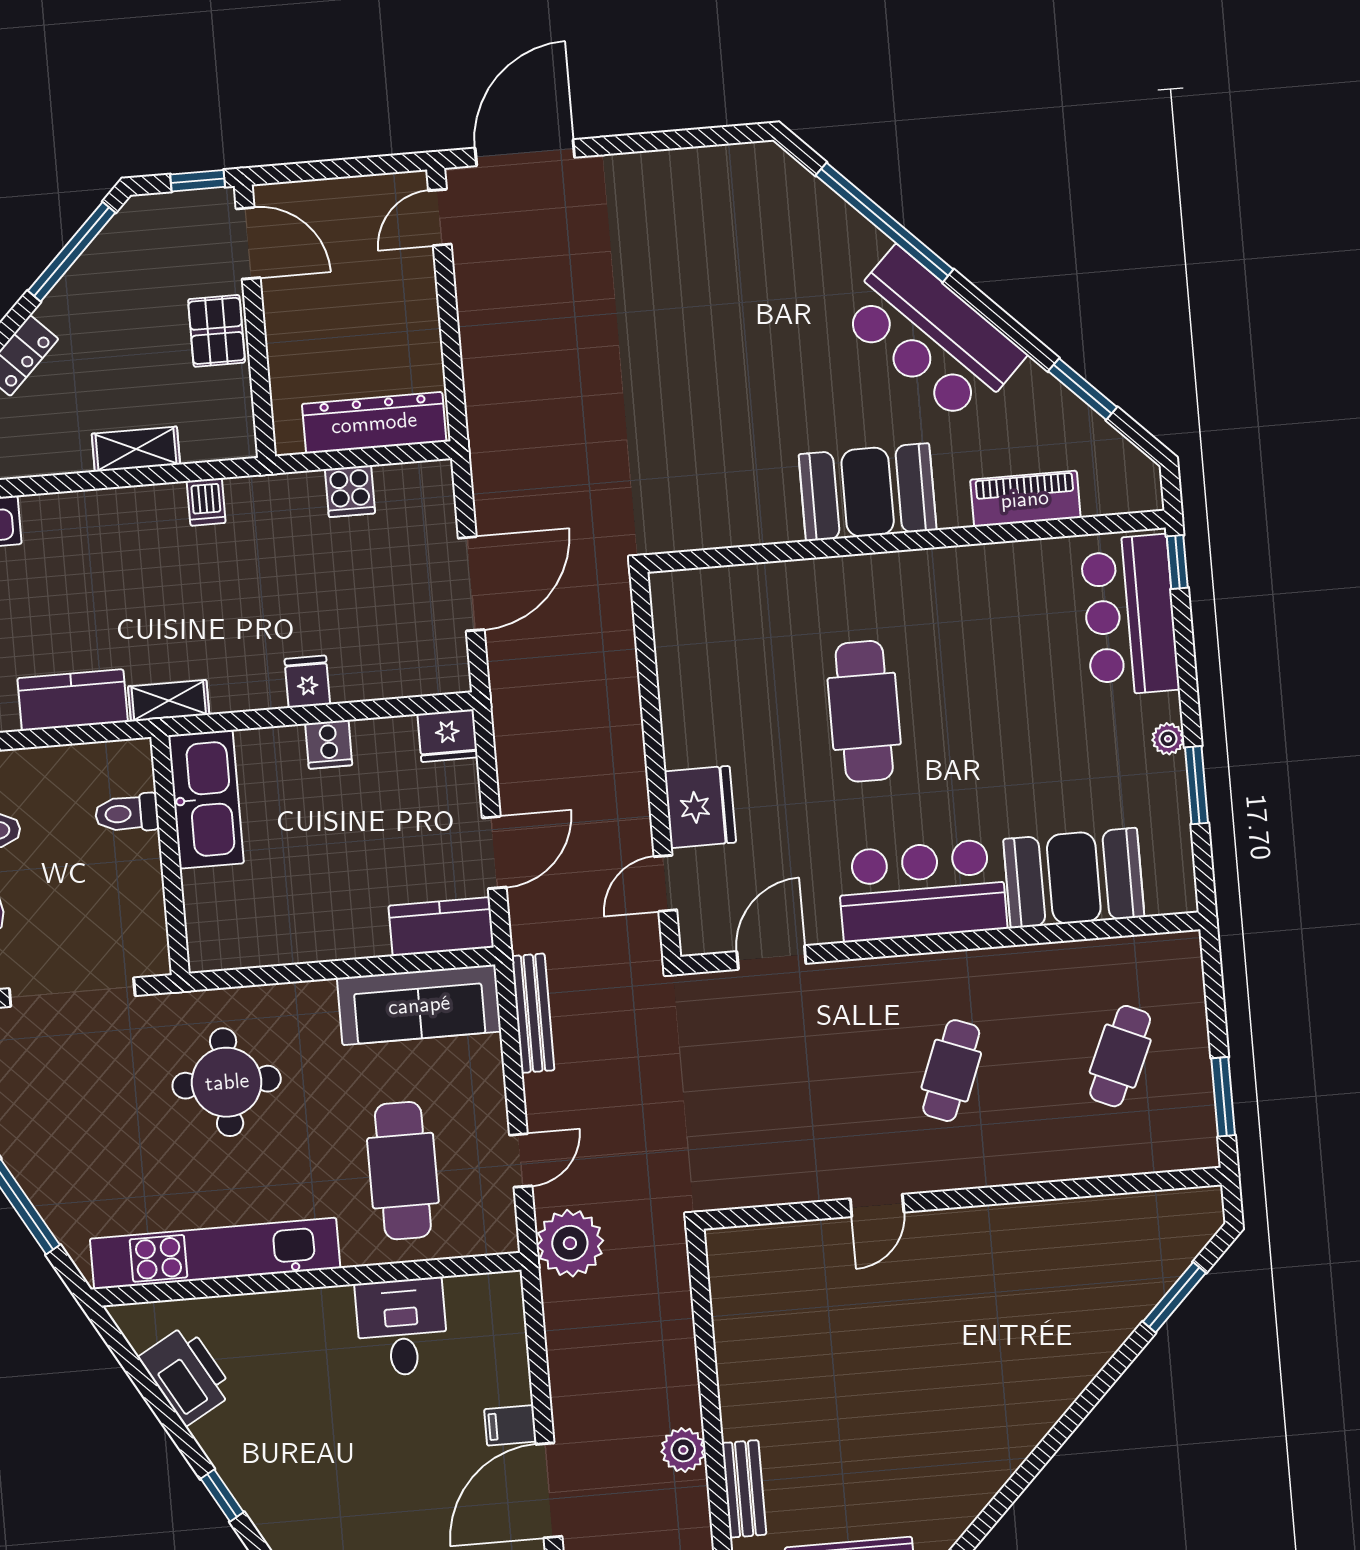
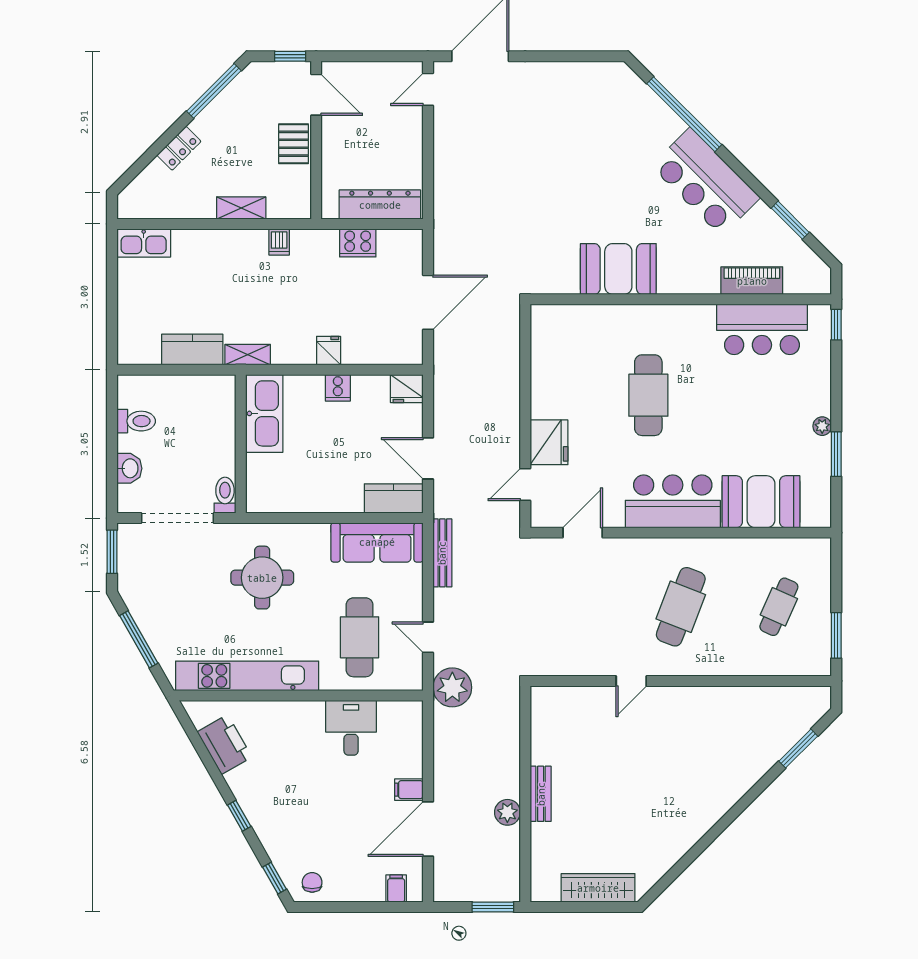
cooker: (350, 491) -> (358, 243), width x1.36
booth: (868, 492) -> (618, 269), moved
bar counter: (1130, 615) -> (762, 329), moved, turned -90
toilet: (127, 813) -> (225, 495), moved, turned 90
door: (494, 852) -> (428, 458), swing flipped
cafe table: (951, 1071) -> (681, 607), width x1.37, depth x1.35
door: (521, 1160) -> (428, 637), swing flipped
bench: (744, 1489) -> (541, 794), moved

